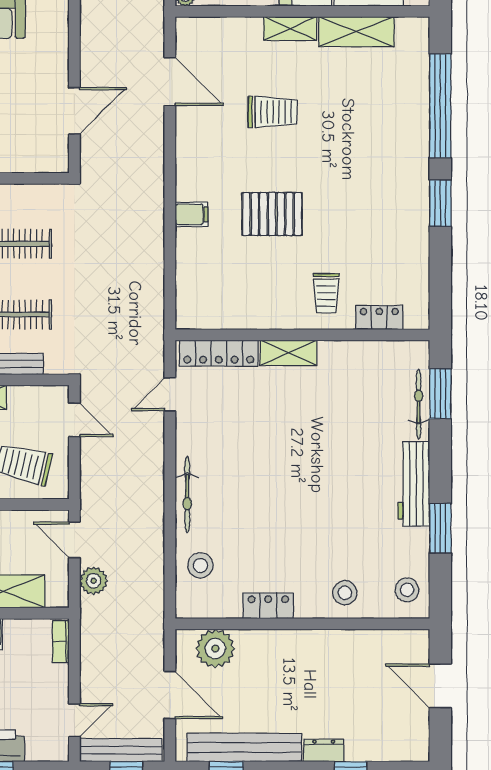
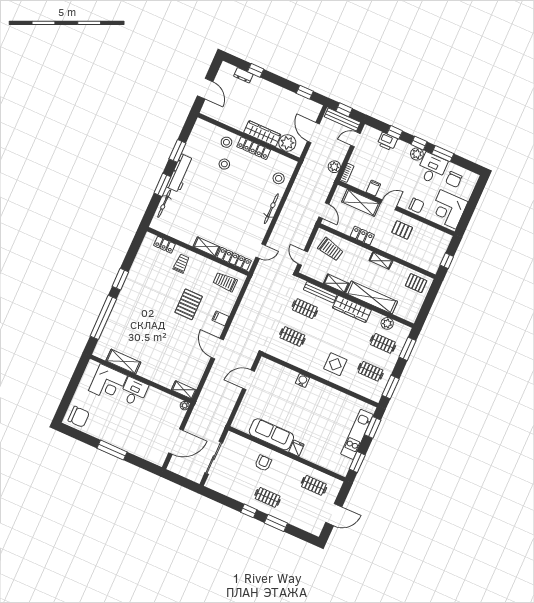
shelving: (290, 29) -> (184, 390), moved
door: (170, 81) -> (217, 349), moved
trolley: (273, 112) -> (225, 282), moved
pallet: (272, 214) -> (189, 304), turned 90
window: (440, 394) -> (162, 185), moved
plant: (94, 581) -> (334, 167), moved
stool: (407, 590) -> (224, 164), moved
locker: (268, 606) -> (254, 148), width x1.53
wardrobe: (277, 645) -> (262, 134), added
bench: (244, 747) -> (293, 99), removed
dresser: (324, 750) -> (243, 75), moved

